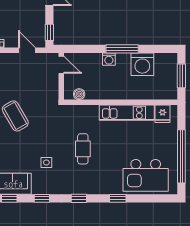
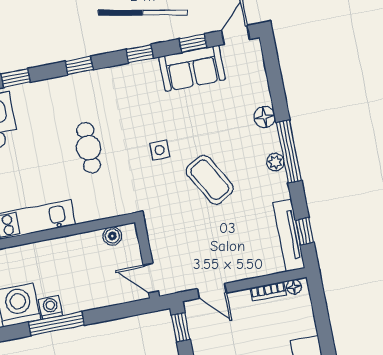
washing machine: (109, 59) -> (51, 307), moved
side table: (46, 162) -> (160, 150), moved

